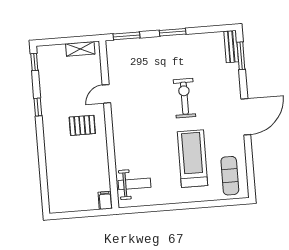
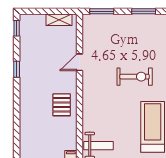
exercise bike: (184, 98) -> (135, 77), moved, turned 90
pallet: (82, 125) -> (62, 105), moved, turned 90

